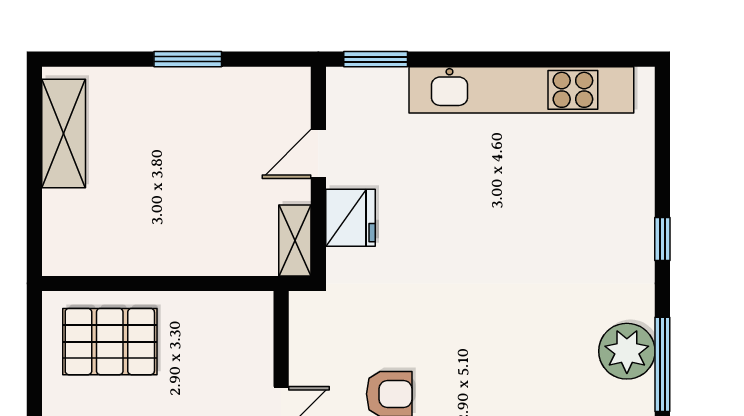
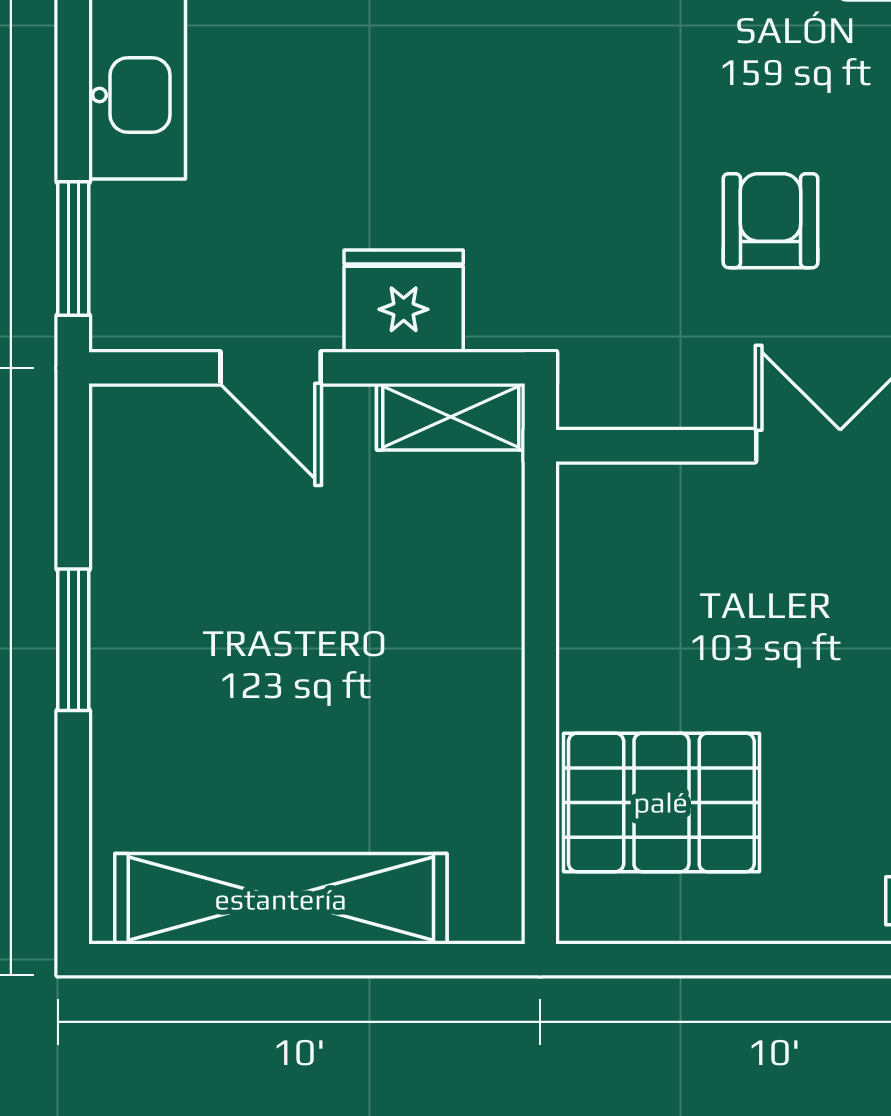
shelving: (64, 133) -> (281, 899), width x1.47
pallet: (110, 342) -> (661, 802), turned 90

